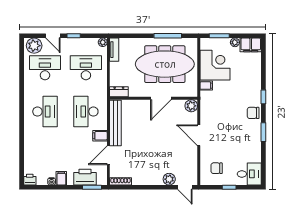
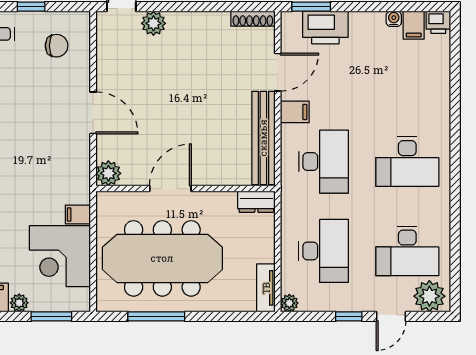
door: (53, 36) -> (391, 316), swing flipped
desk: (86, 68) -> (324, 251), turned -90
desk: (45, 112) -> (407, 162), turned -90
filing cabinet: (61, 178) -> (414, 25), moved

